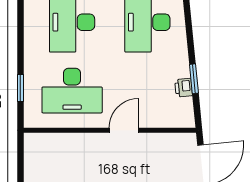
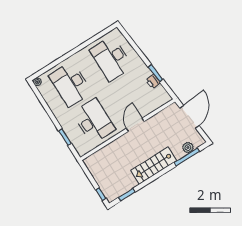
desk: (72, 91) -> (94, 121), turned -90

